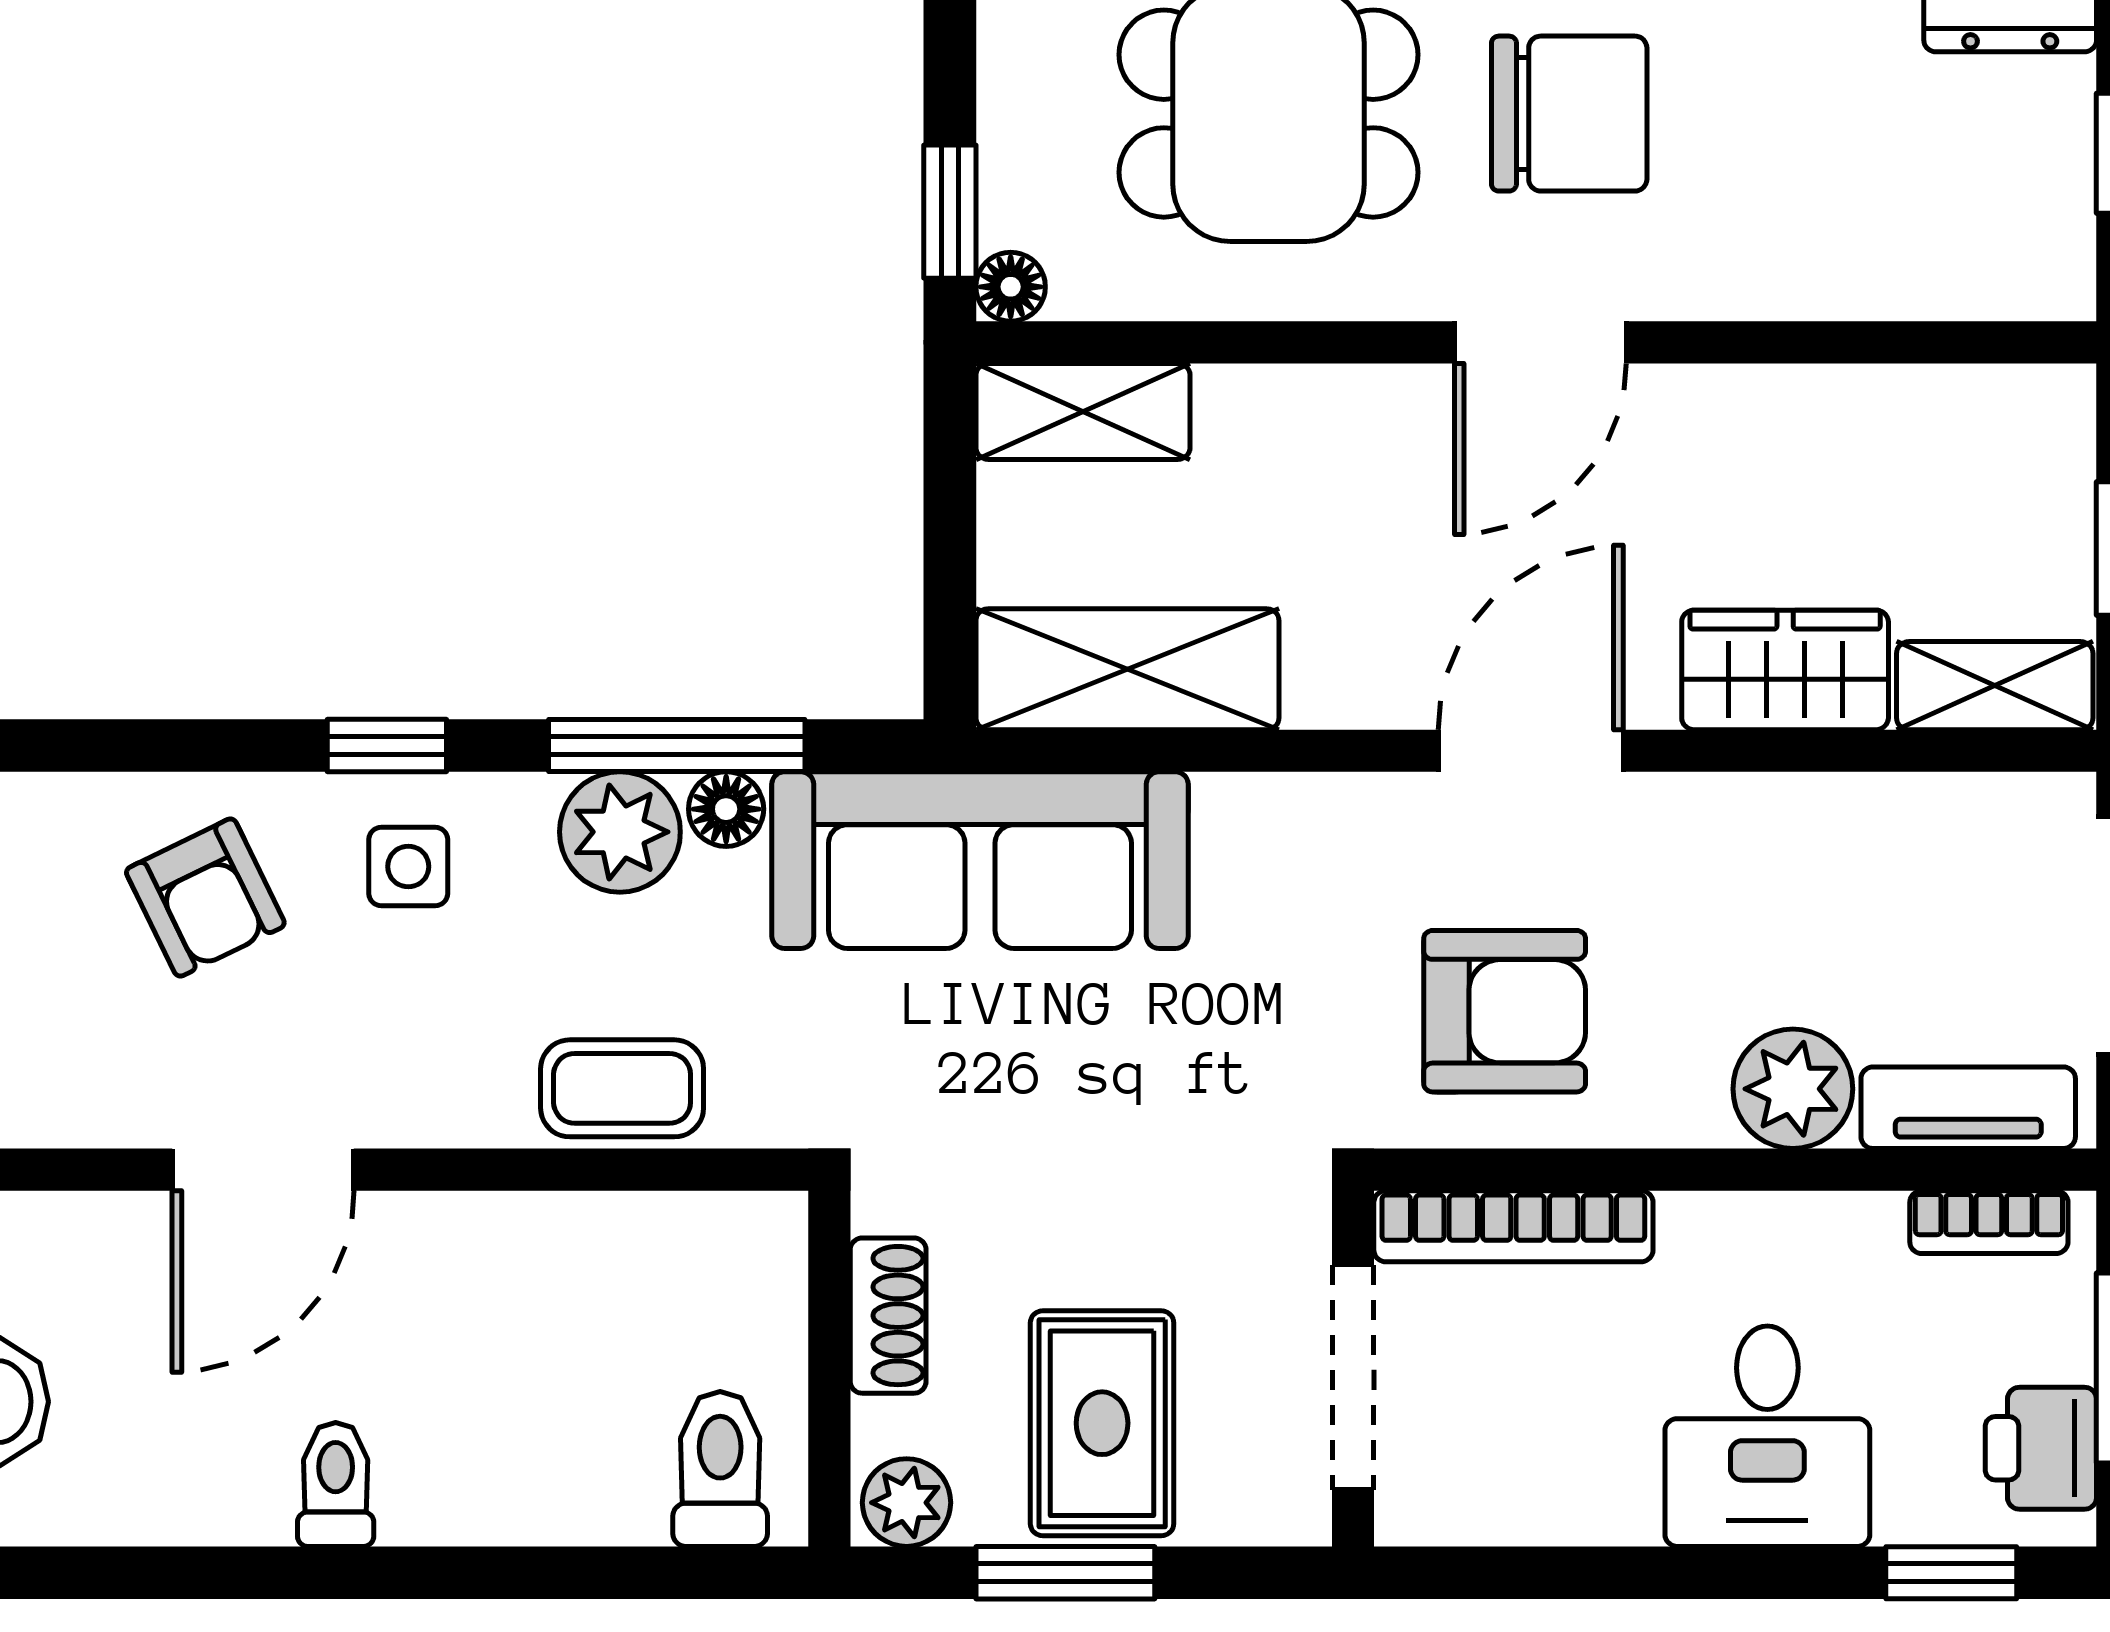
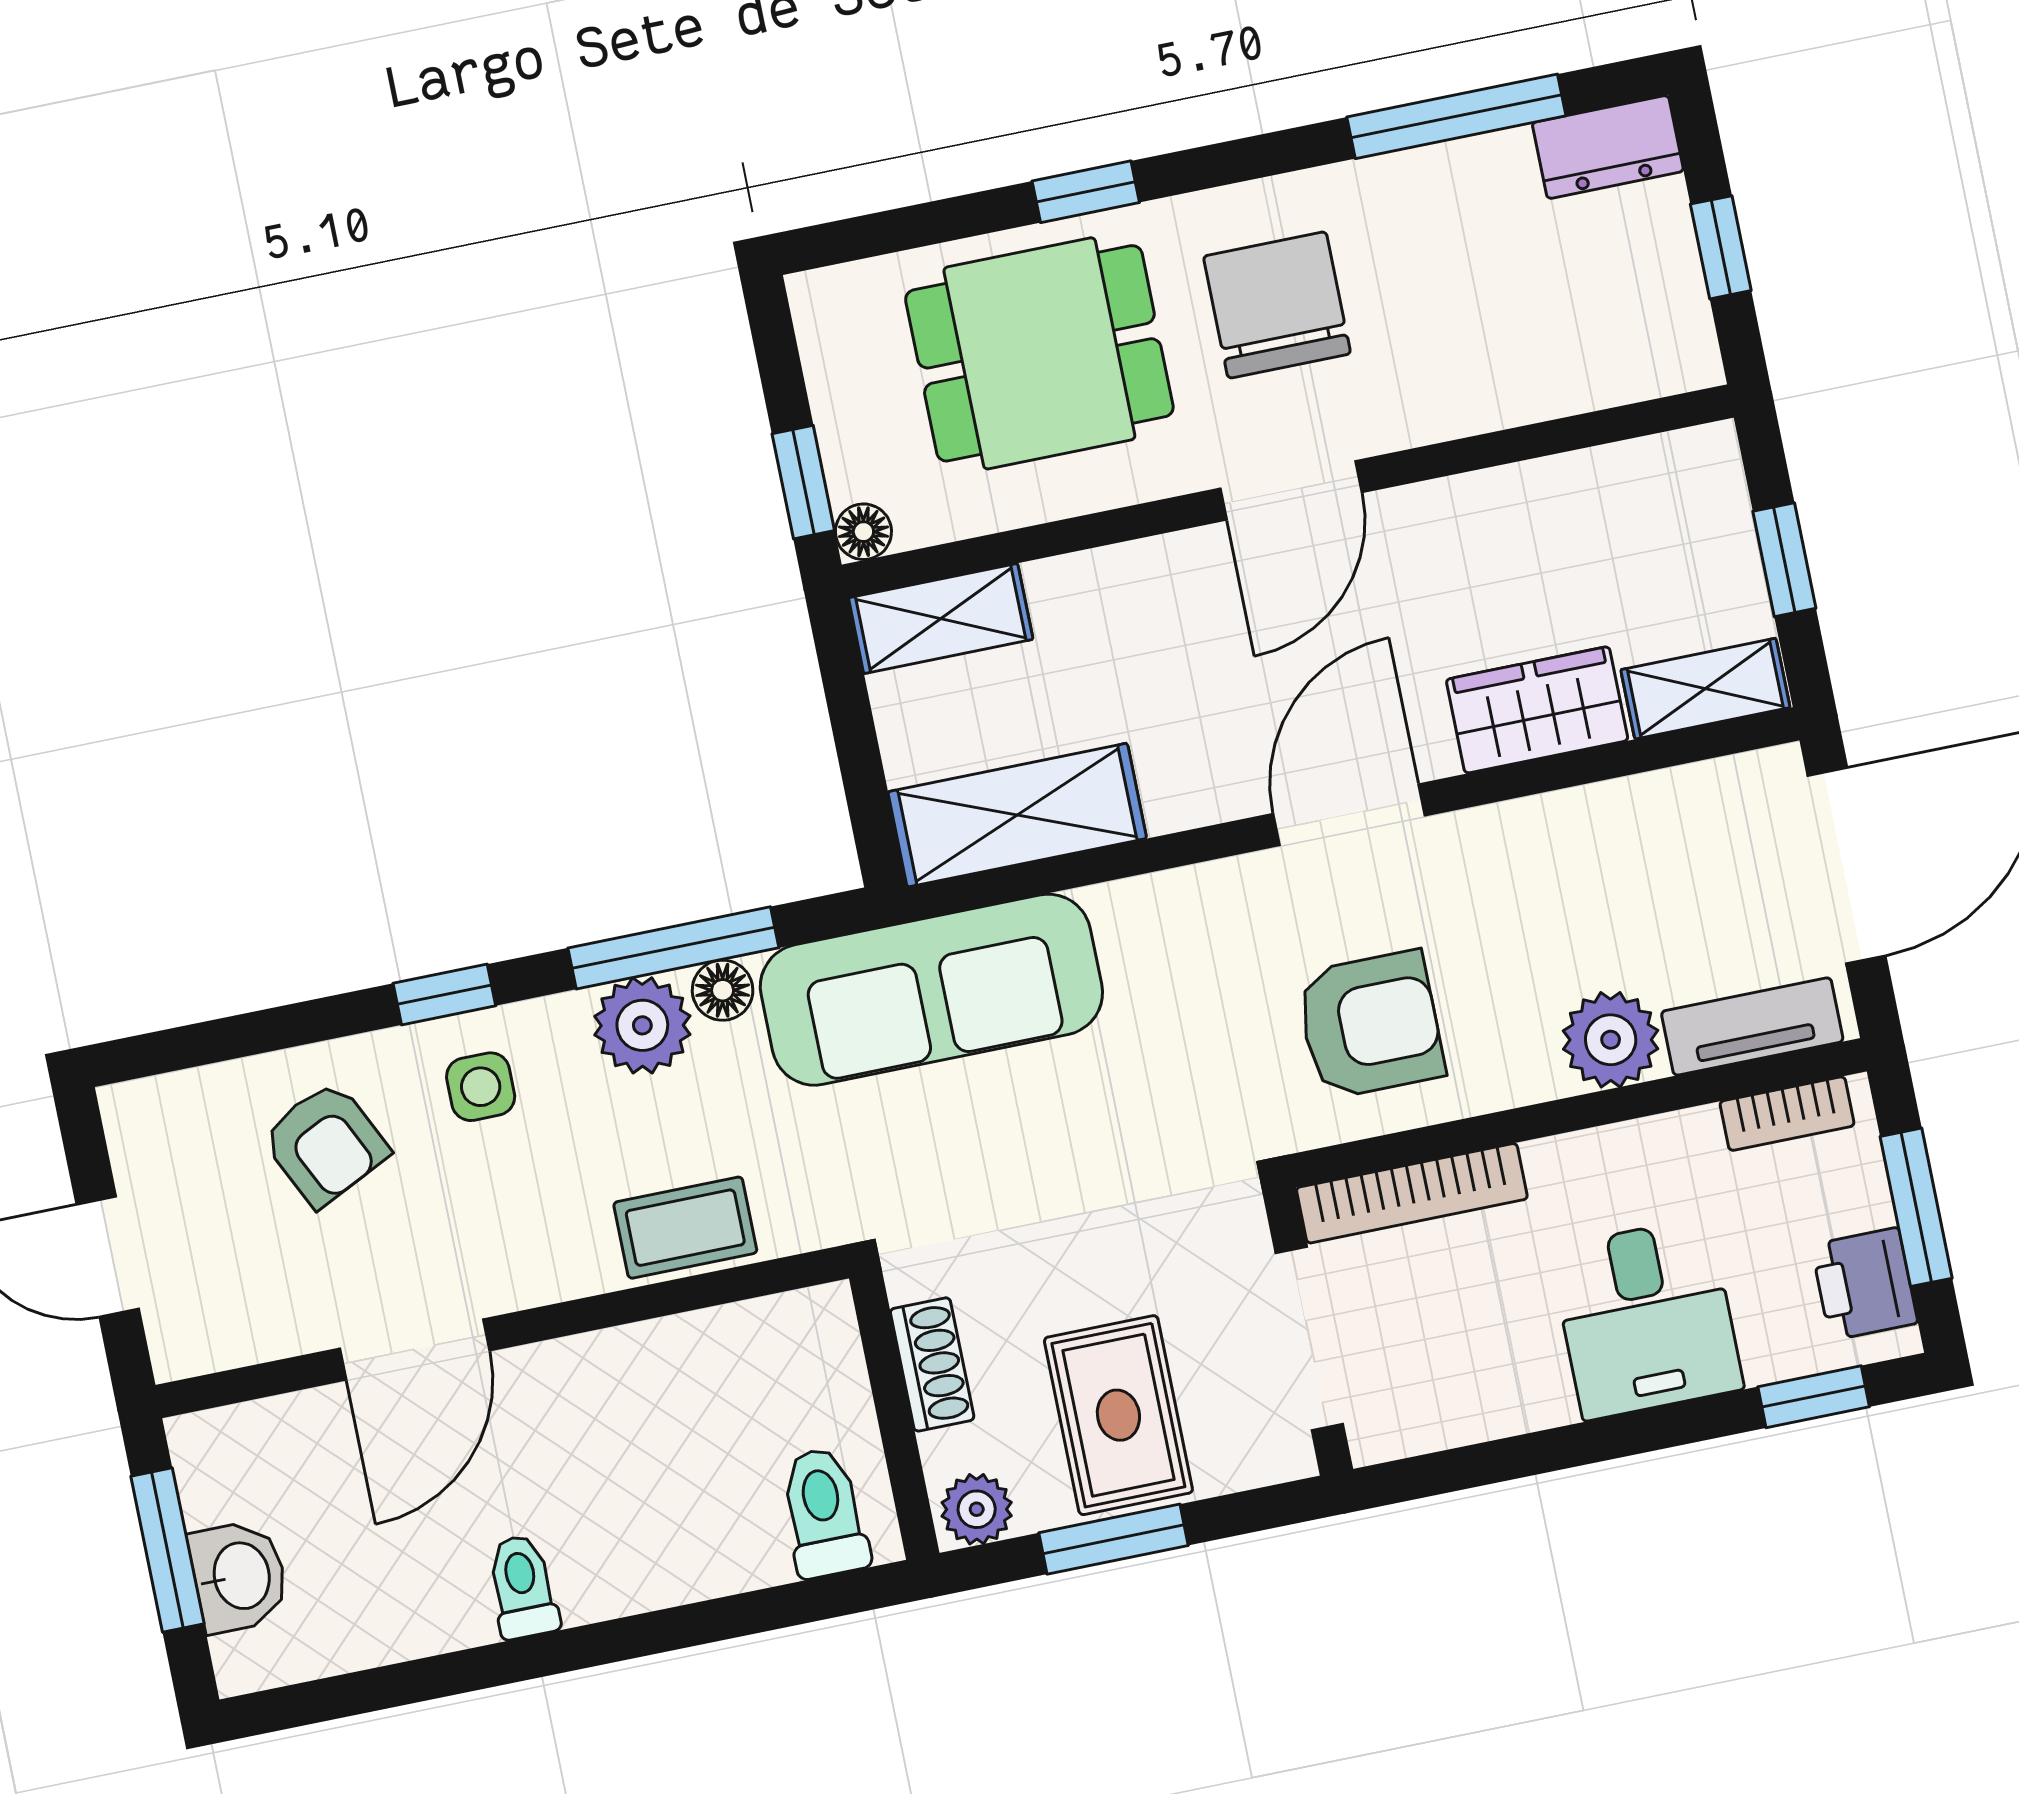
chair: (1569, 114) -> (1277, 305), turned -90

